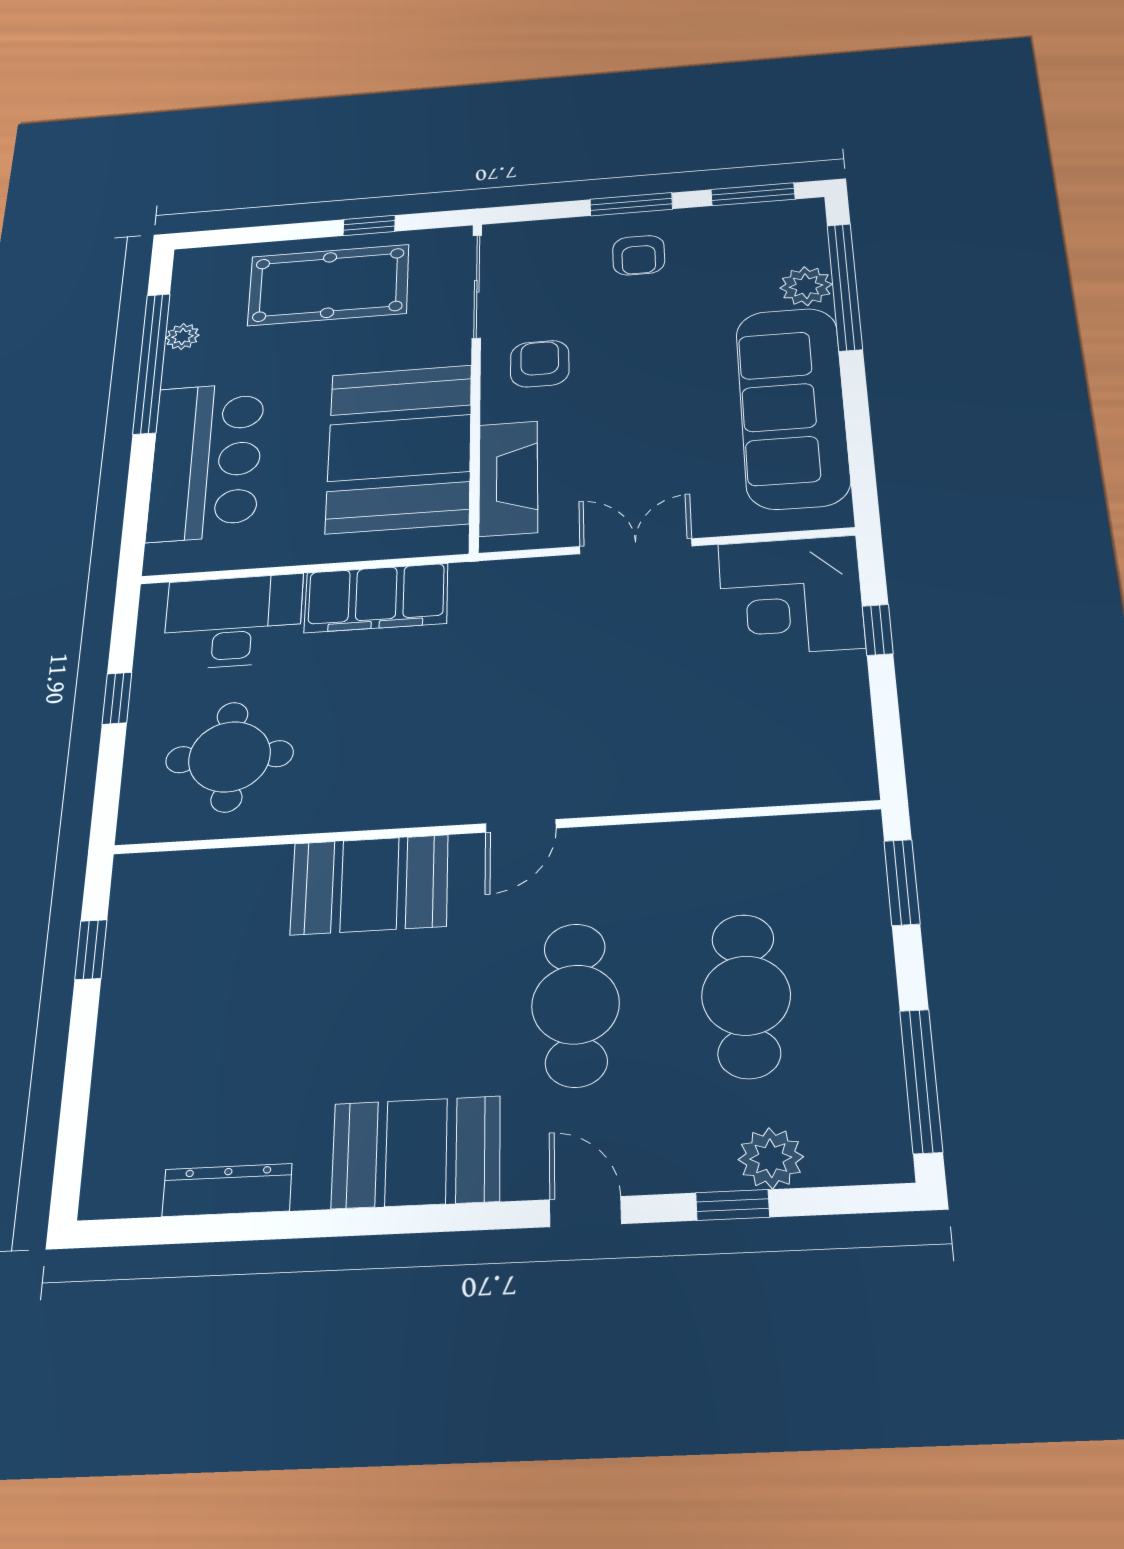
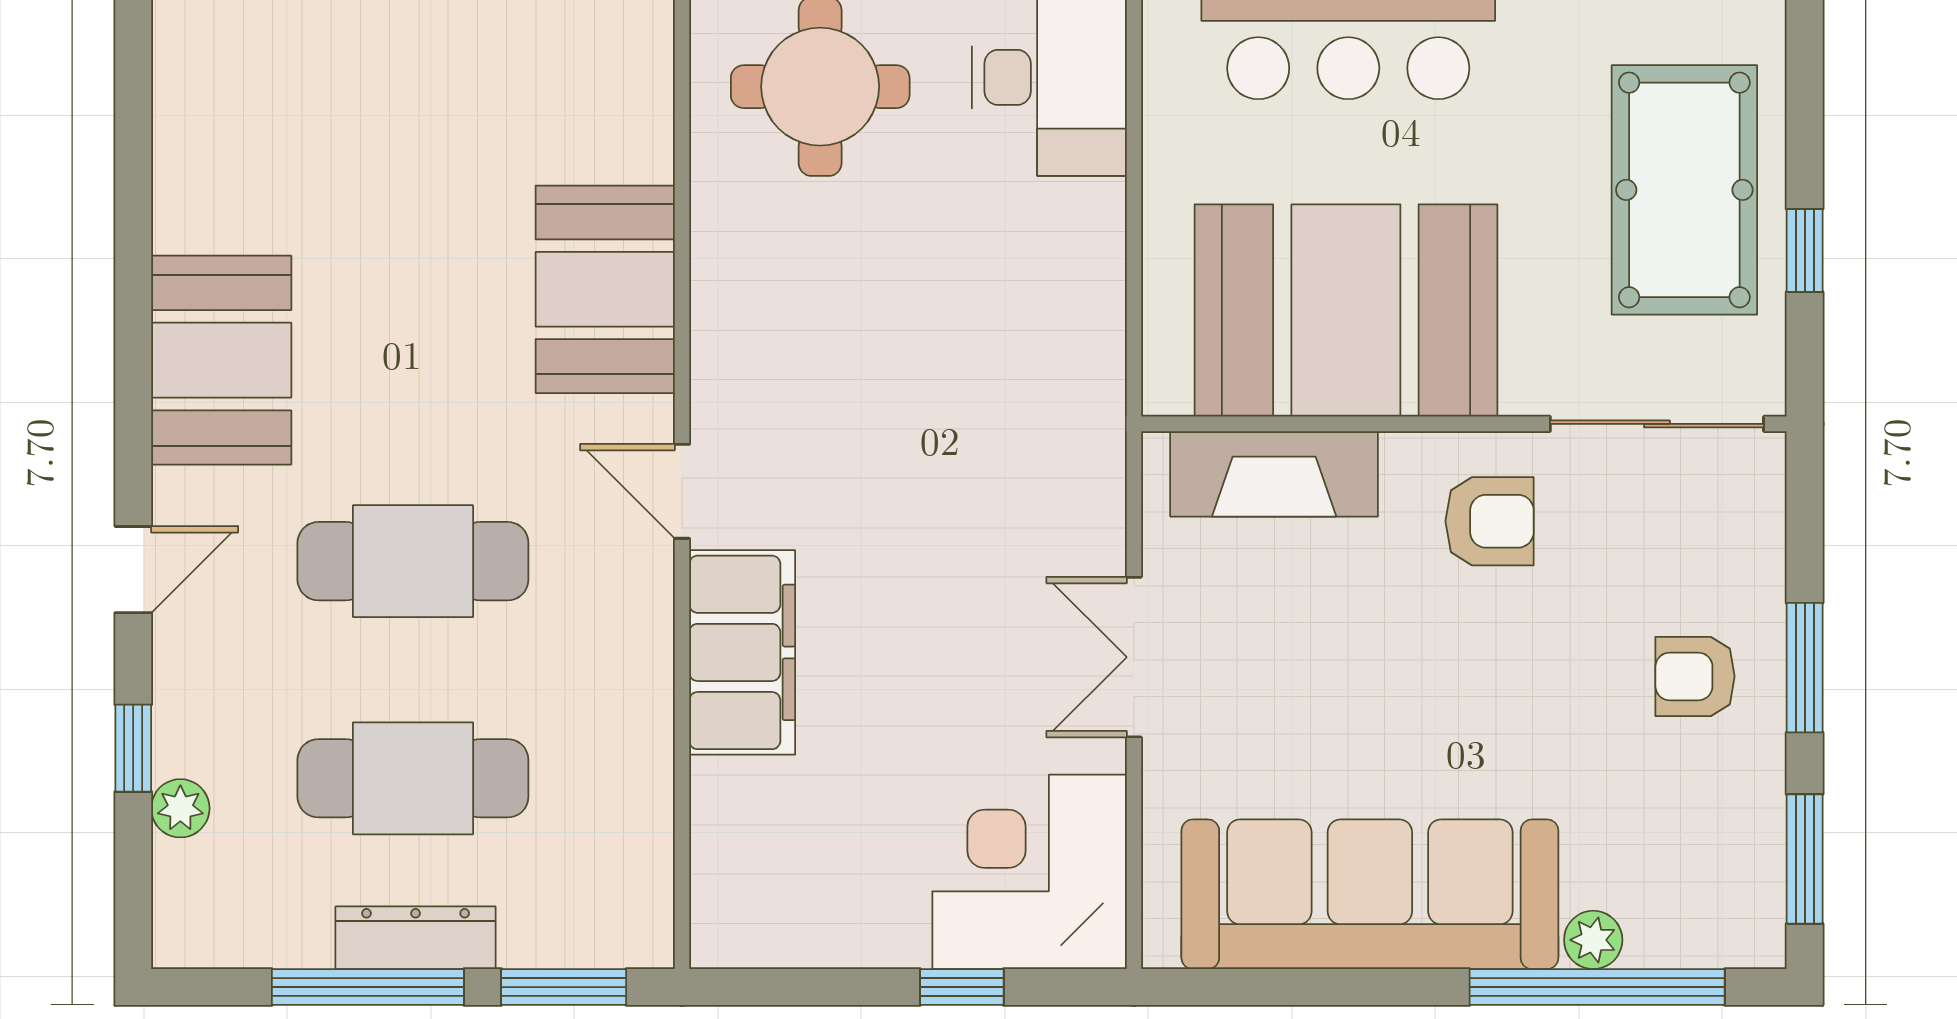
plant: (806, 286) -> (1593, 940), width x0.73, depth x0.73
double door: (636, 546) -> (1134, 657), swing flipped
filing cabinet: (376, 598) -> (742, 652), moved, turned 180
window: (921, 1081) -> (368, 987), moved
plant: (771, 1158) -> (180, 808), width x0.73, depth x0.73
dresser: (227, 1190) -> (416, 938), moved, turned -90

